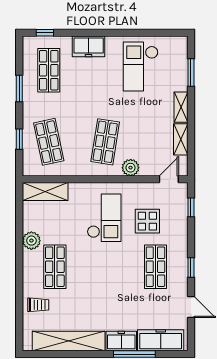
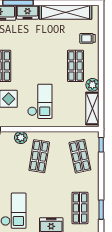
window: (19, 89) -> (101, 210), moved
window: (19, 139) -> (101, 145), moved
shelving: (45, 192) -> (92, 109), moved, turned 90
checkout: (104, 218) -> (40, 101), turned 180

